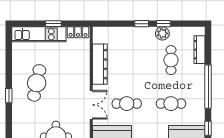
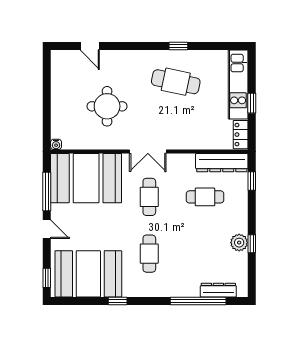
window: (142, 24) -> (252, 181), moved
cafe table: (171, 60) -> (205, 197), moved
dresser: (100, 64) -> (222, 163), moved
window: (208, 87) -> (198, 301), moved
window: (9, 96) -> (178, 46), moved

